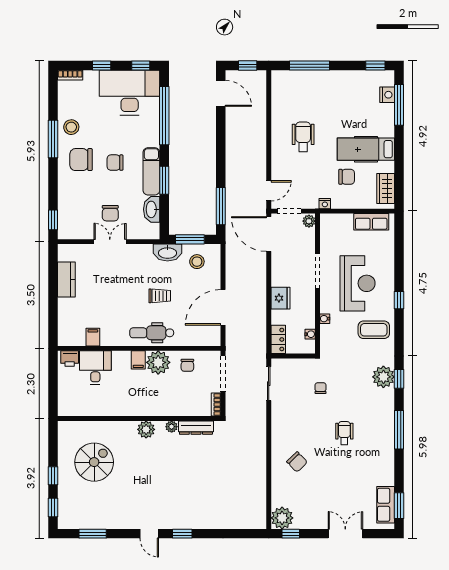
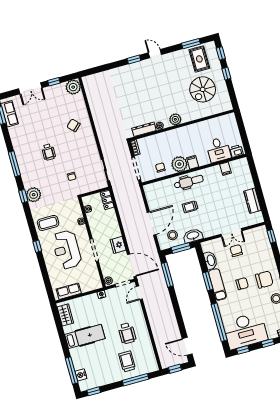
trolley: (315, 96) -> (127, 361), added
chair: (347, 177) -> (92, 315), removed
fridge: (280, 298) -> (118, 245), moved
door: (223, 307) -> (151, 223), moved
rug: (87, 508) -> (199, 59), added
window: (291, 534) -> (54, 82), moved

